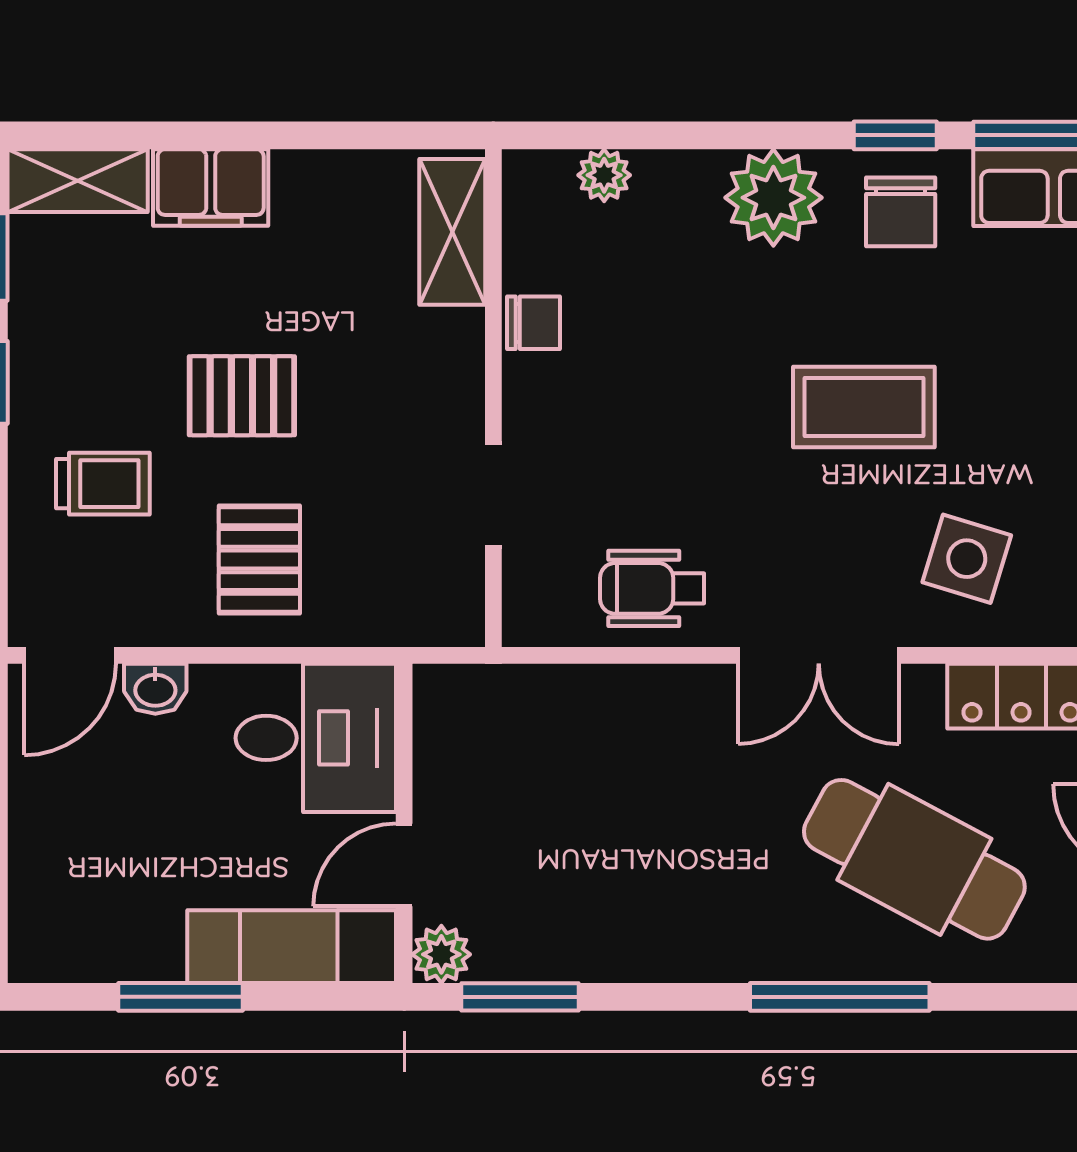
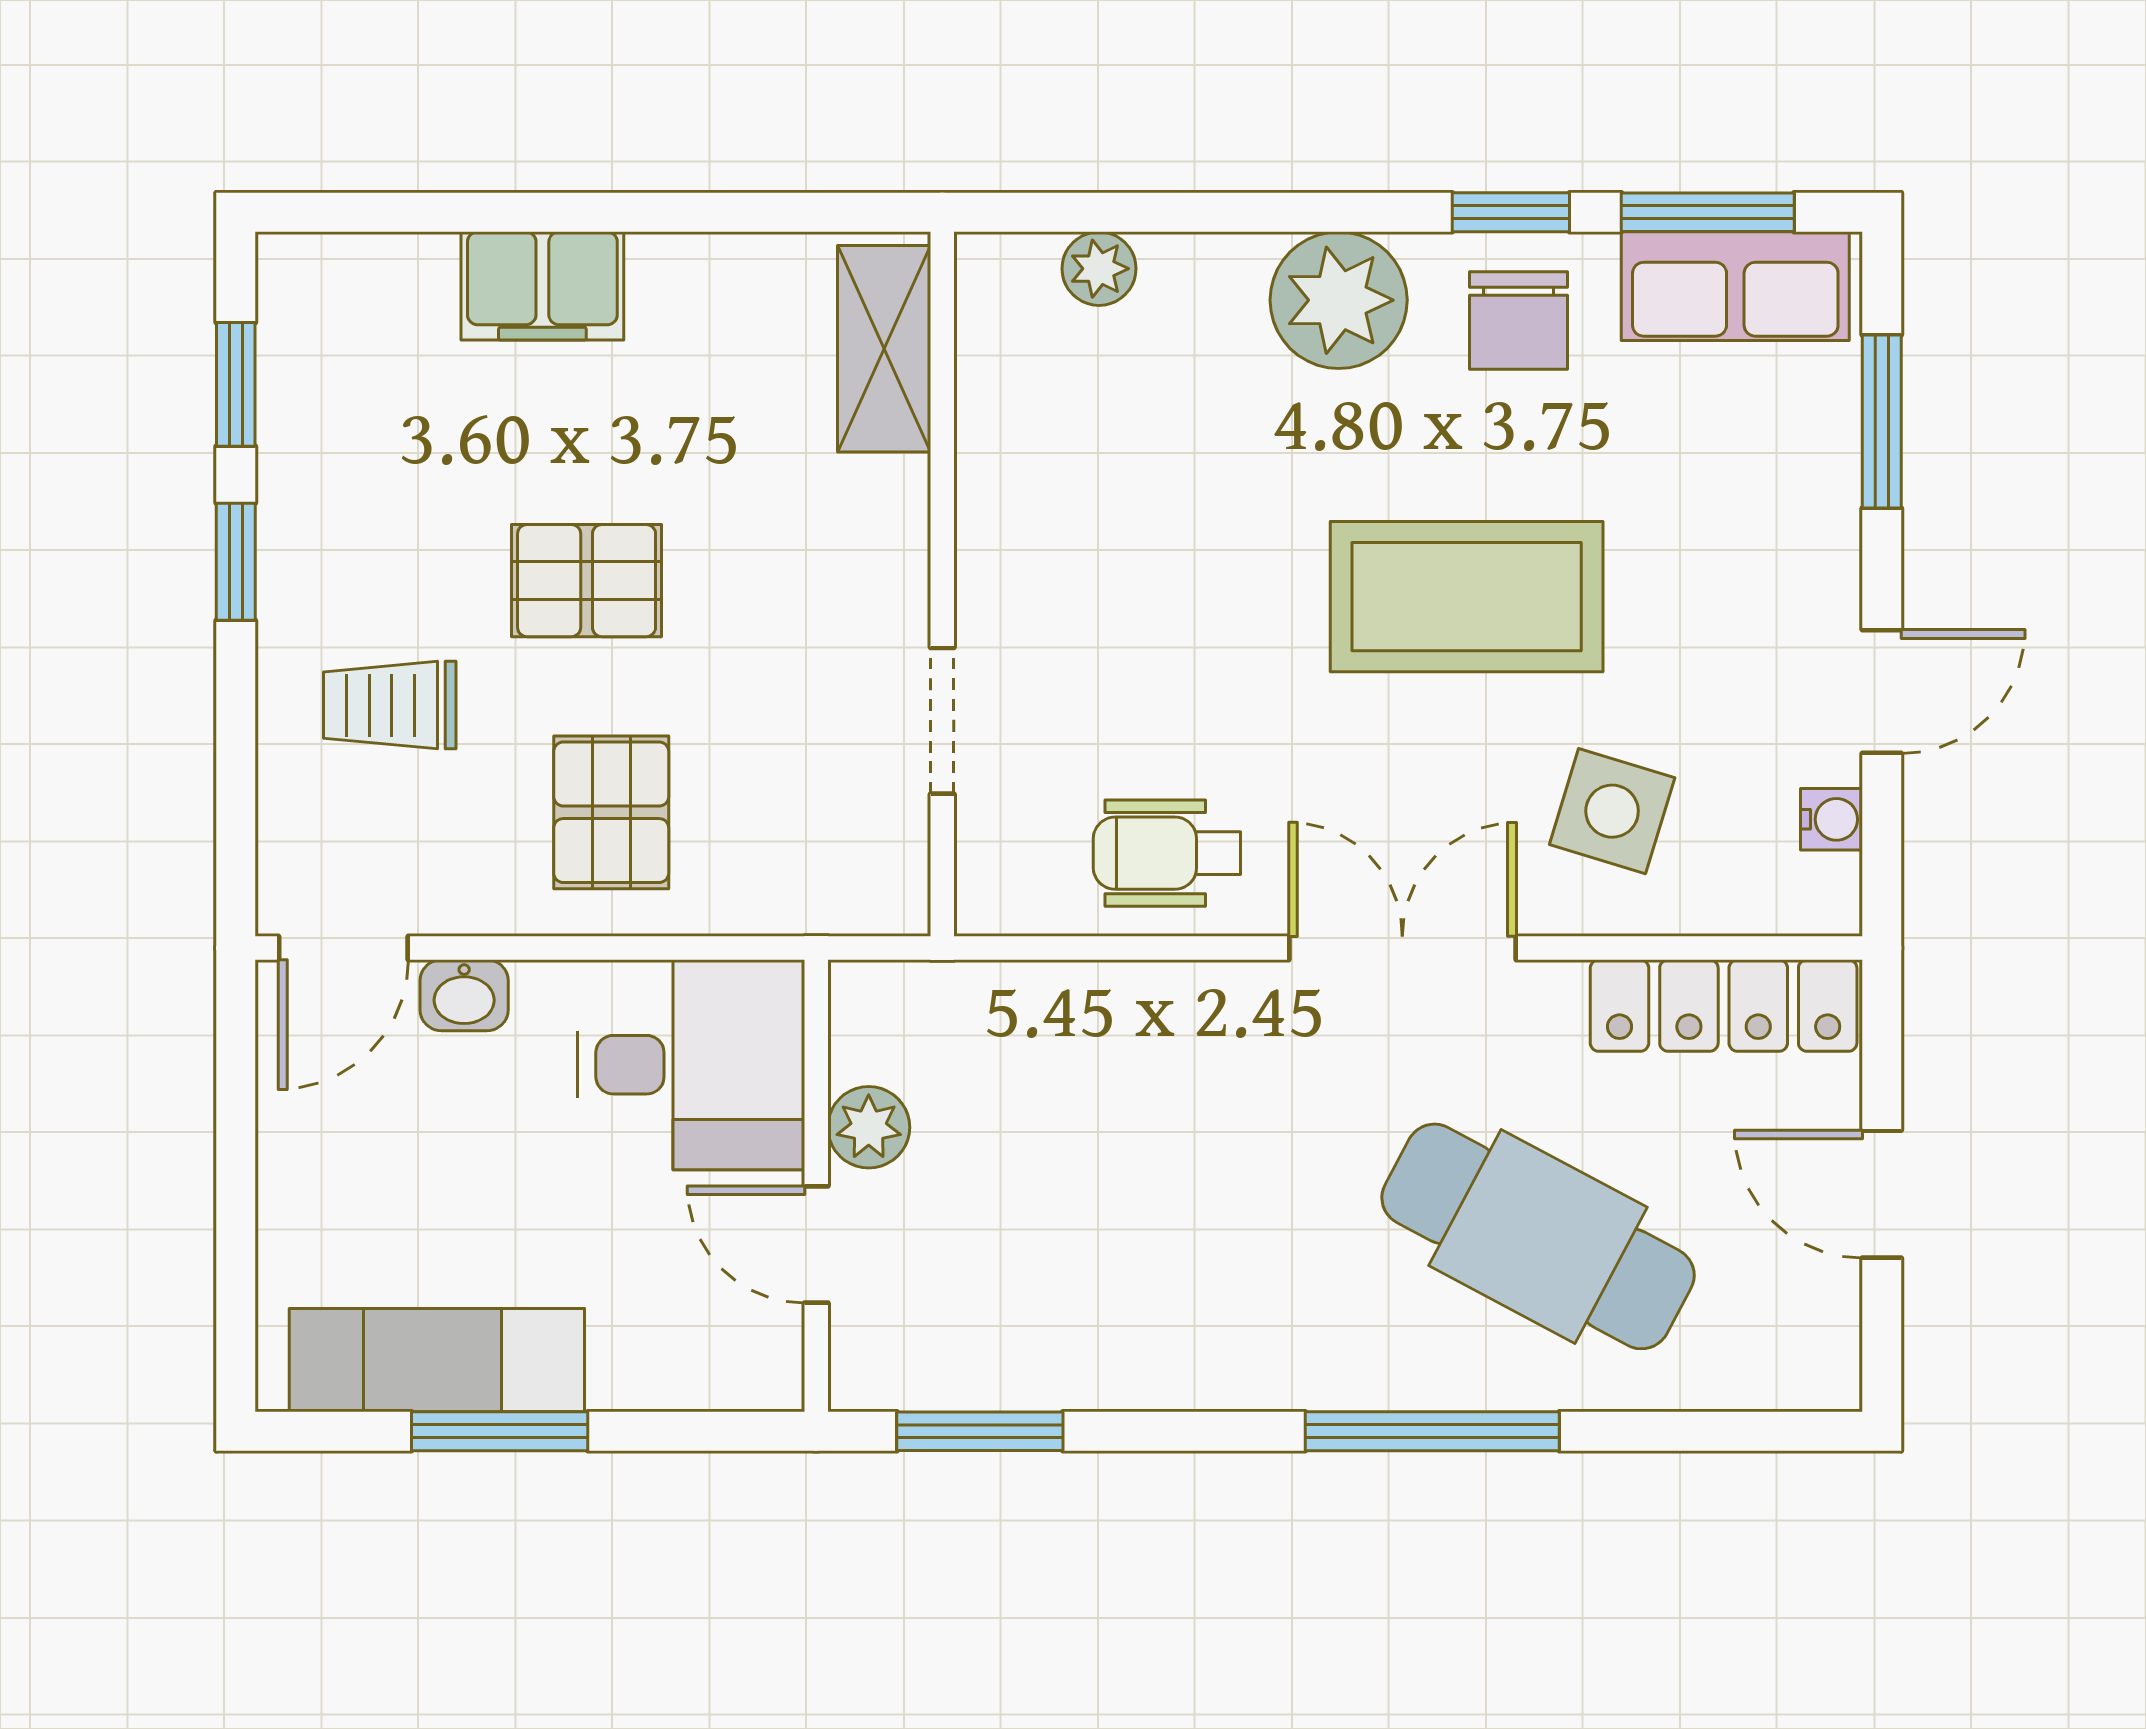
shelving: (78, 181) -> (354, 276), removed
chair: (534, 323) -> (999, 477), removed
coffee table: (864, 407) -> (1467, 597), width x1.36, depth x1.32
trolley: (103, 484) -> (390, 705), turned 180
double door: (819, 655) -> (1402, 948), swing flipped
door: (404, 865) -> (816, 1245), hinge flipped
exam couch: (292, 947) -> (437, 1360), moved
plant: (441, 954) -> (869, 1127), moved

